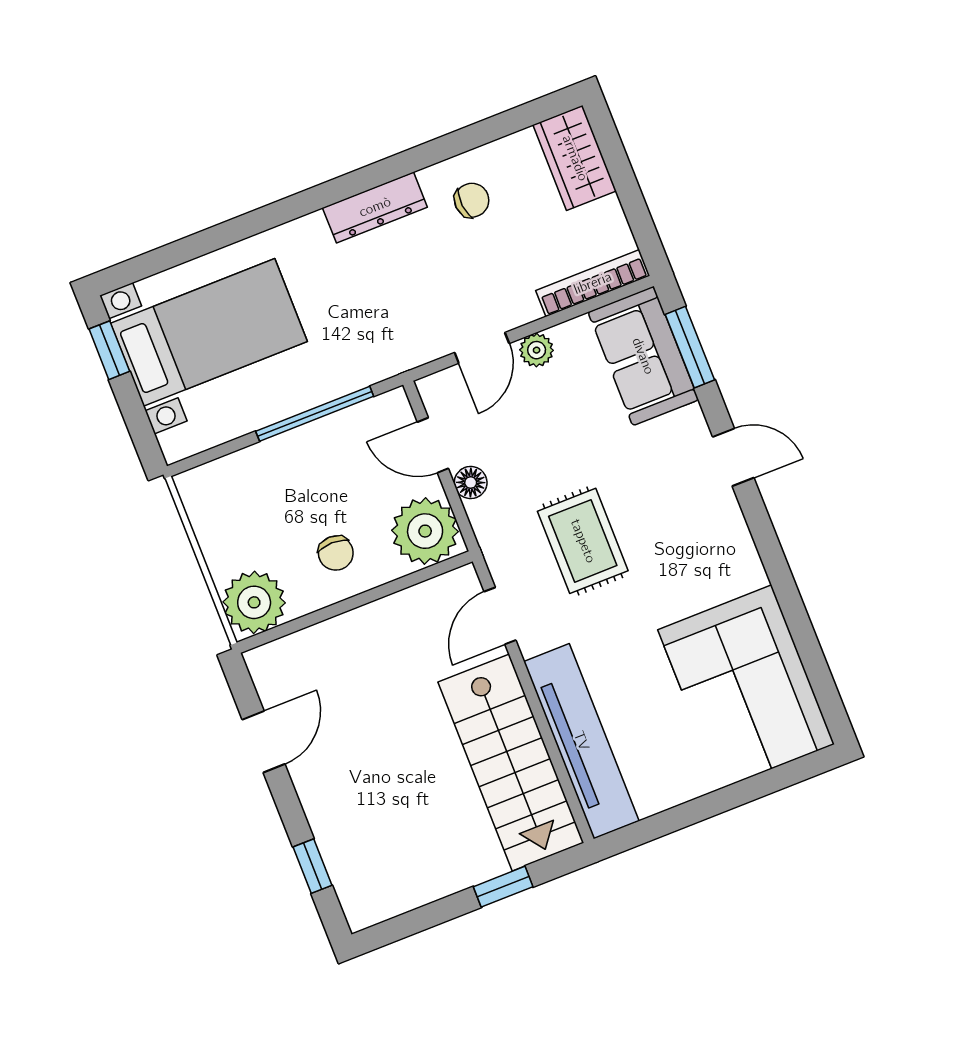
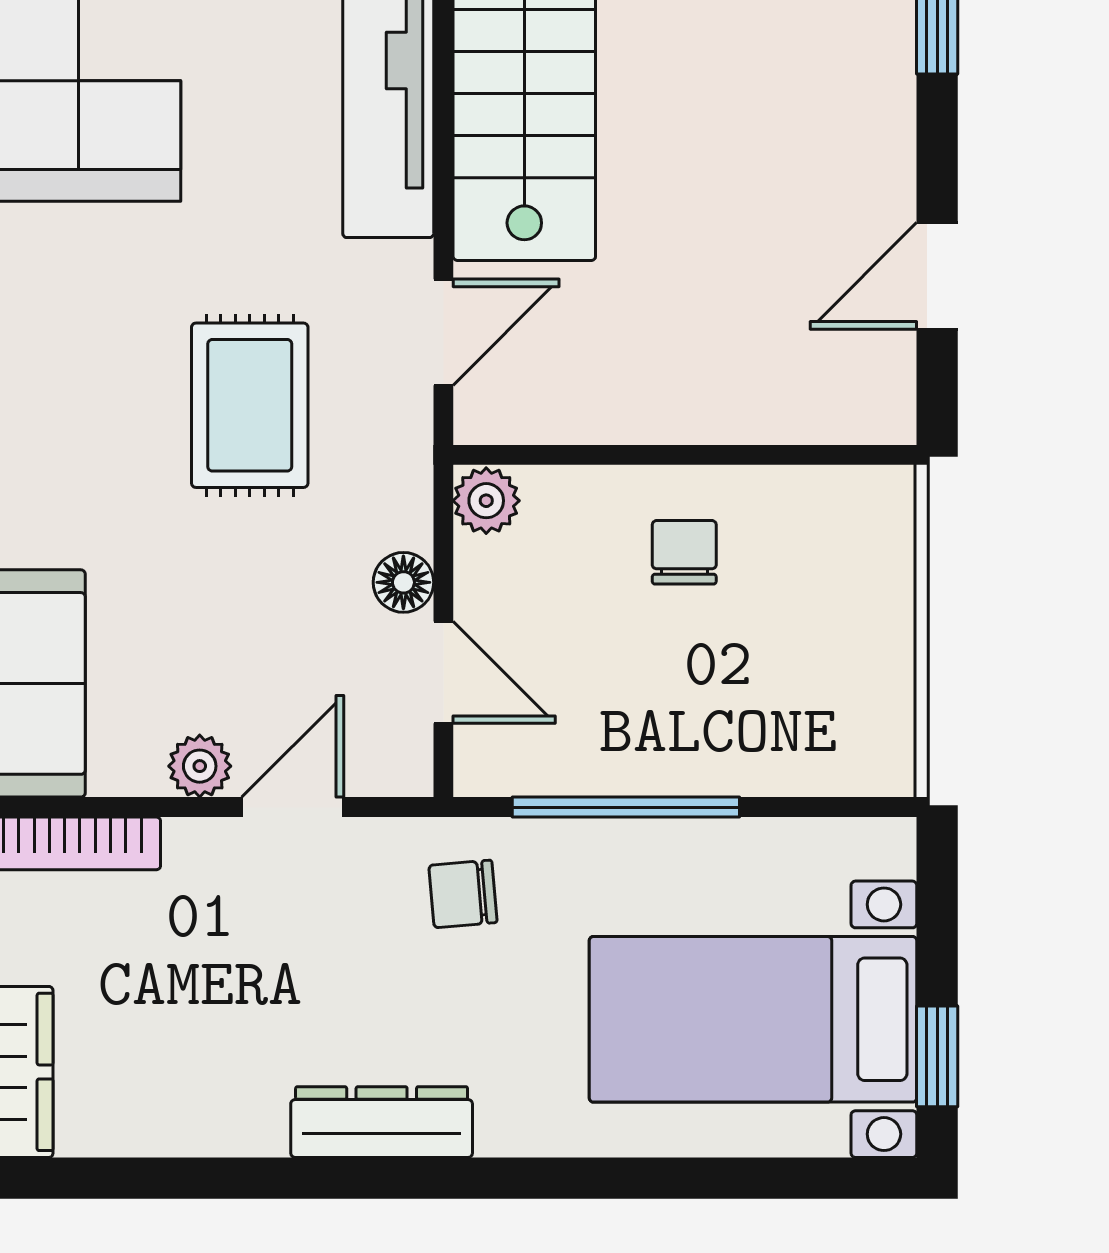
chair: (472, 200) -> (463, 894), moved
plant: (425, 531) -> (486, 501), width x0.53, depth x0.53
plant: (254, 602) -> (859, 523), removed

